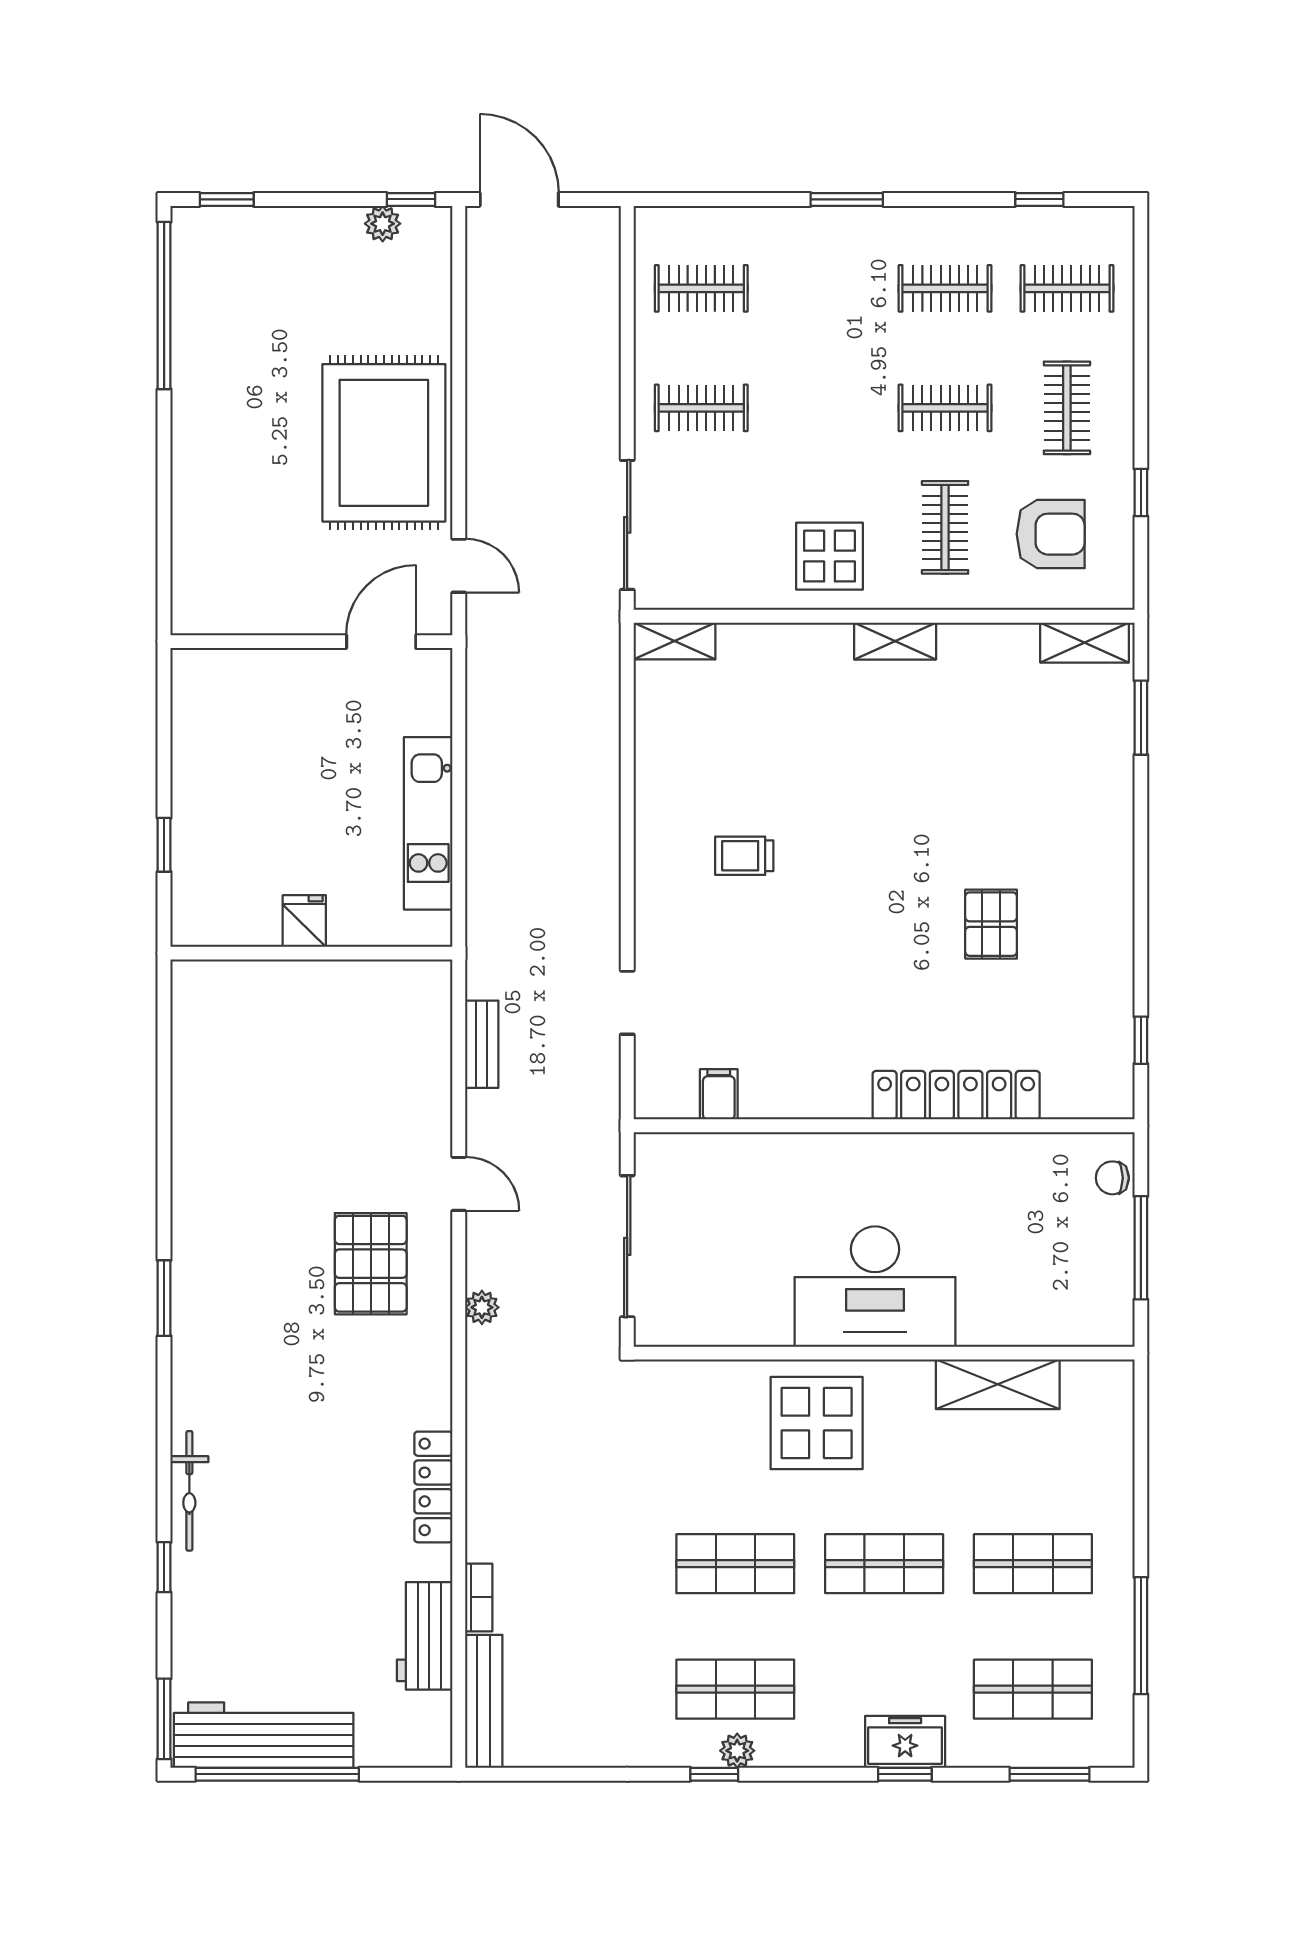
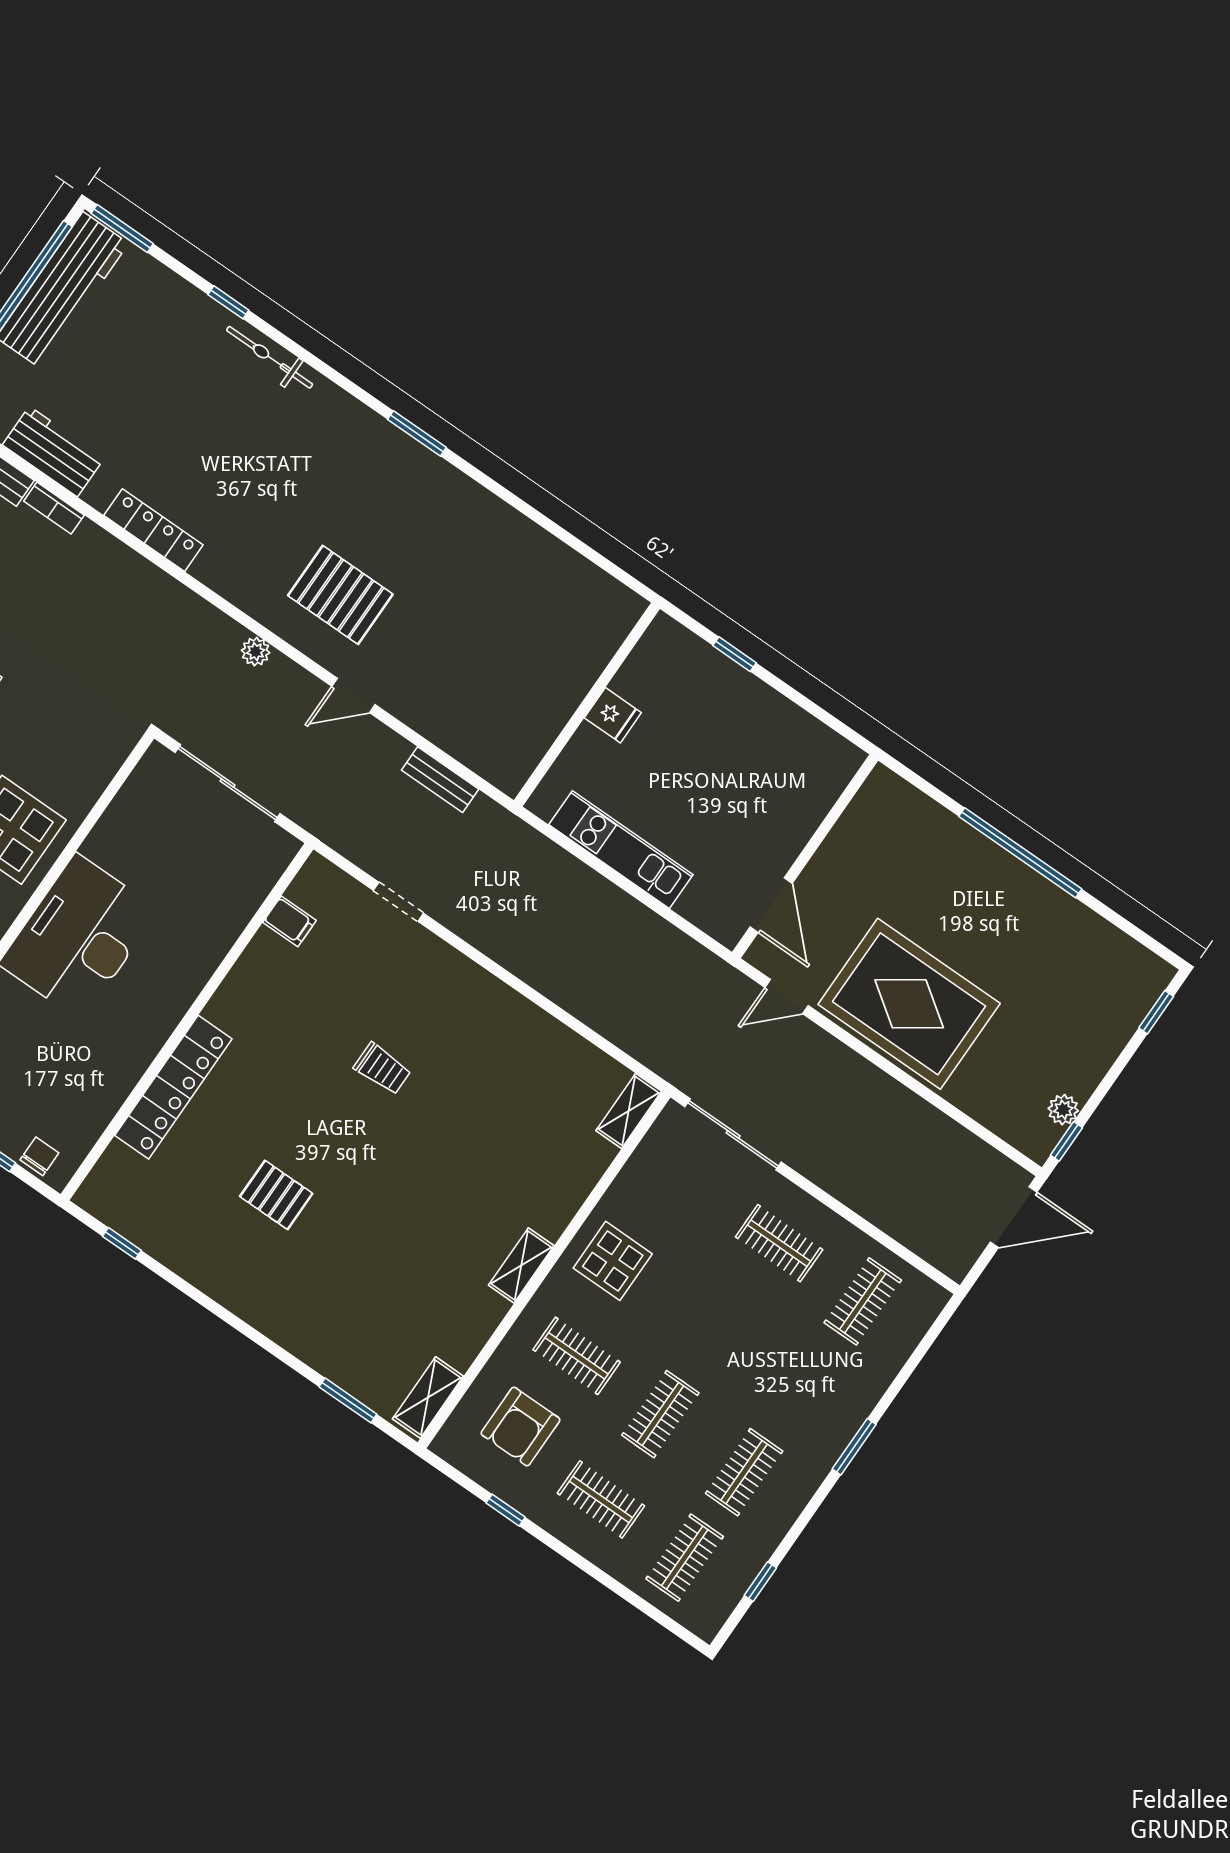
window: (164, 305) -> (1020, 853), moved
clothes rail: (701, 408) -> (779, 1243), turned 90
trolley: (744, 856) -> (382, 1069), moved, turned 90

